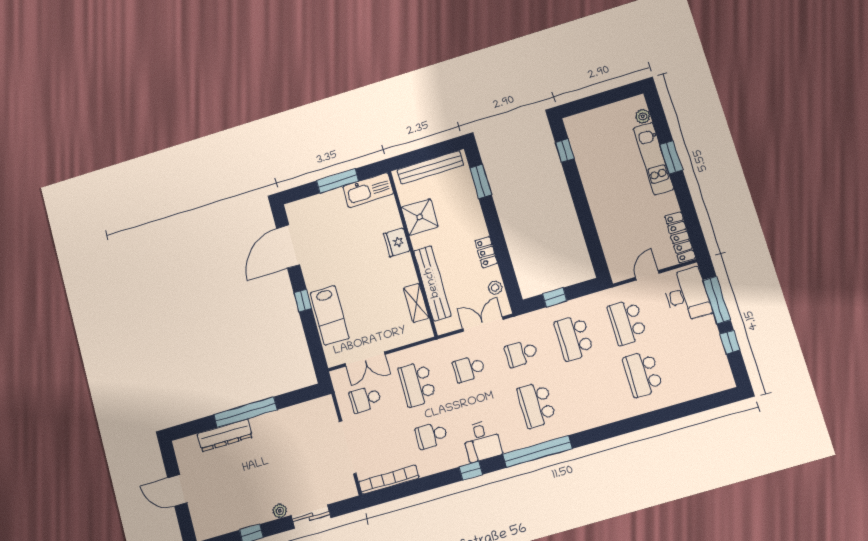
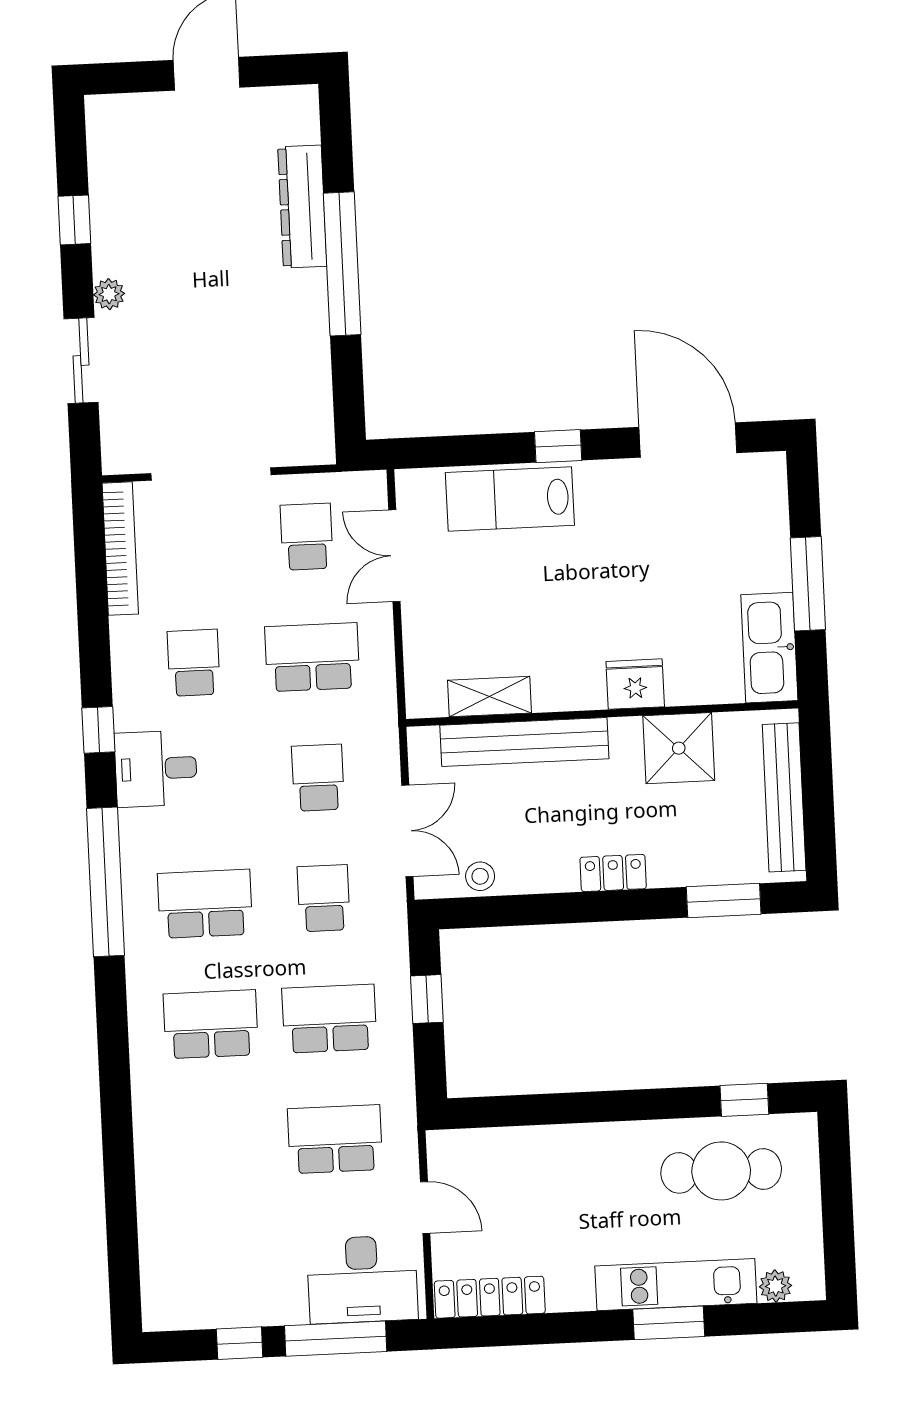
cafe table: (598, 152) -> (721, 1171), added
locker: (486, 252) -> (613, 873), moved
school desk: (643, 374) -> (211, 1024), moved

